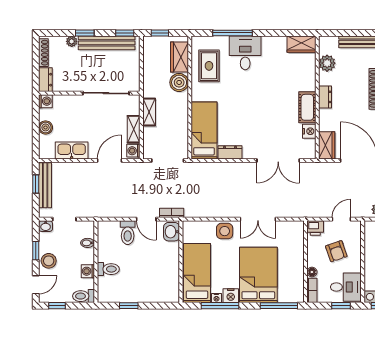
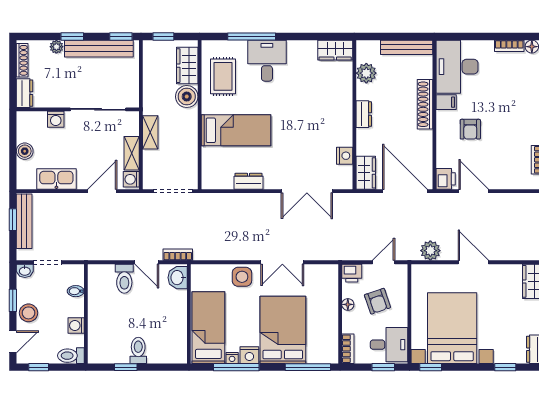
washing machine: (45, 101) -> (56, 119), moved, turned 90
cot: (307, 107) -> (342, 127), removed
bed: (204, 130) -> (236, 130), moved, turned 90
toilet: (108, 269) -> (138, 350), moved, turned -90
floor lamp: (312, 272) -> (348, 304), moved

